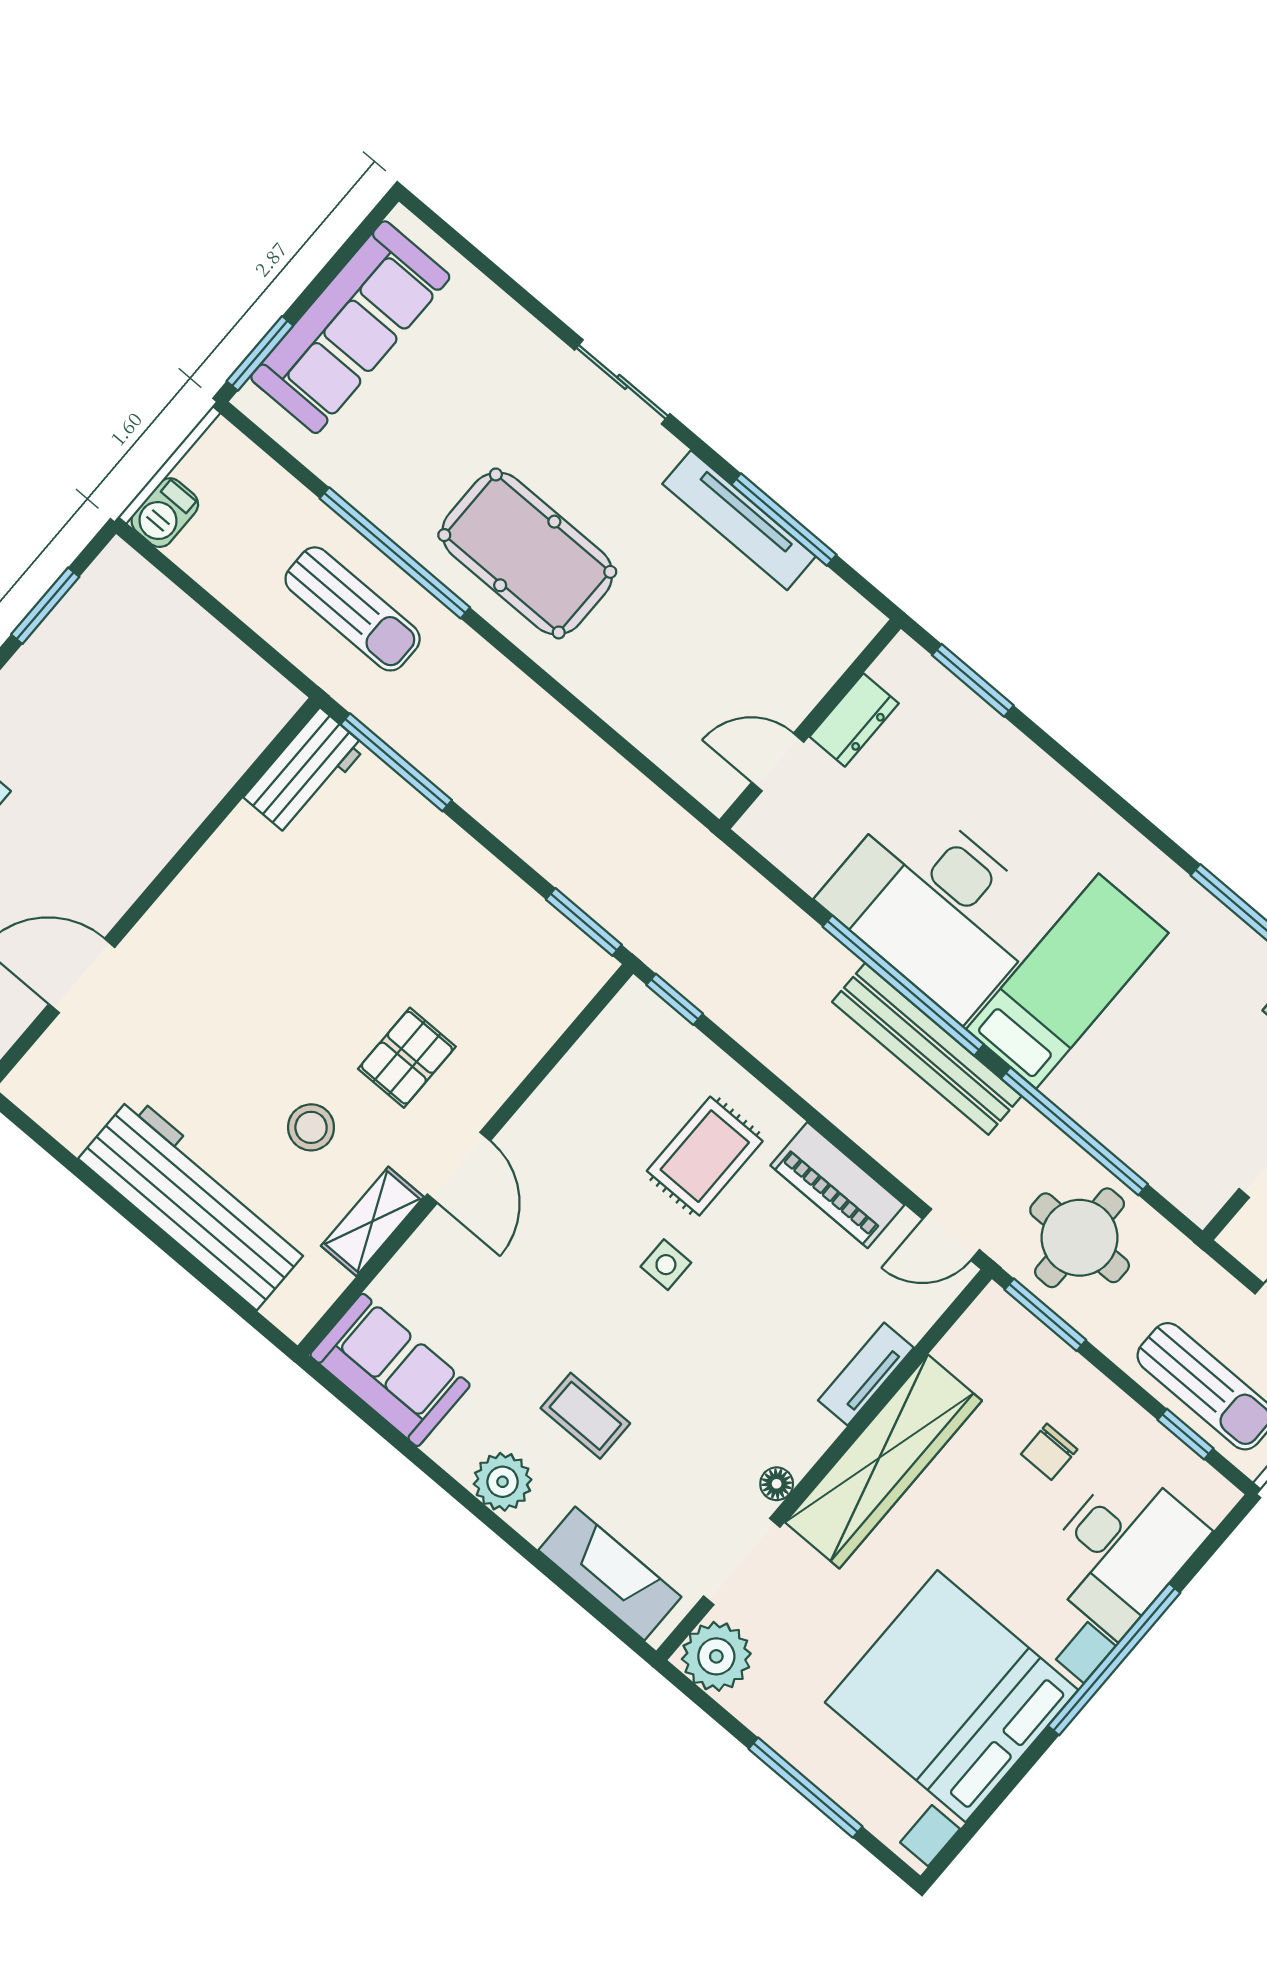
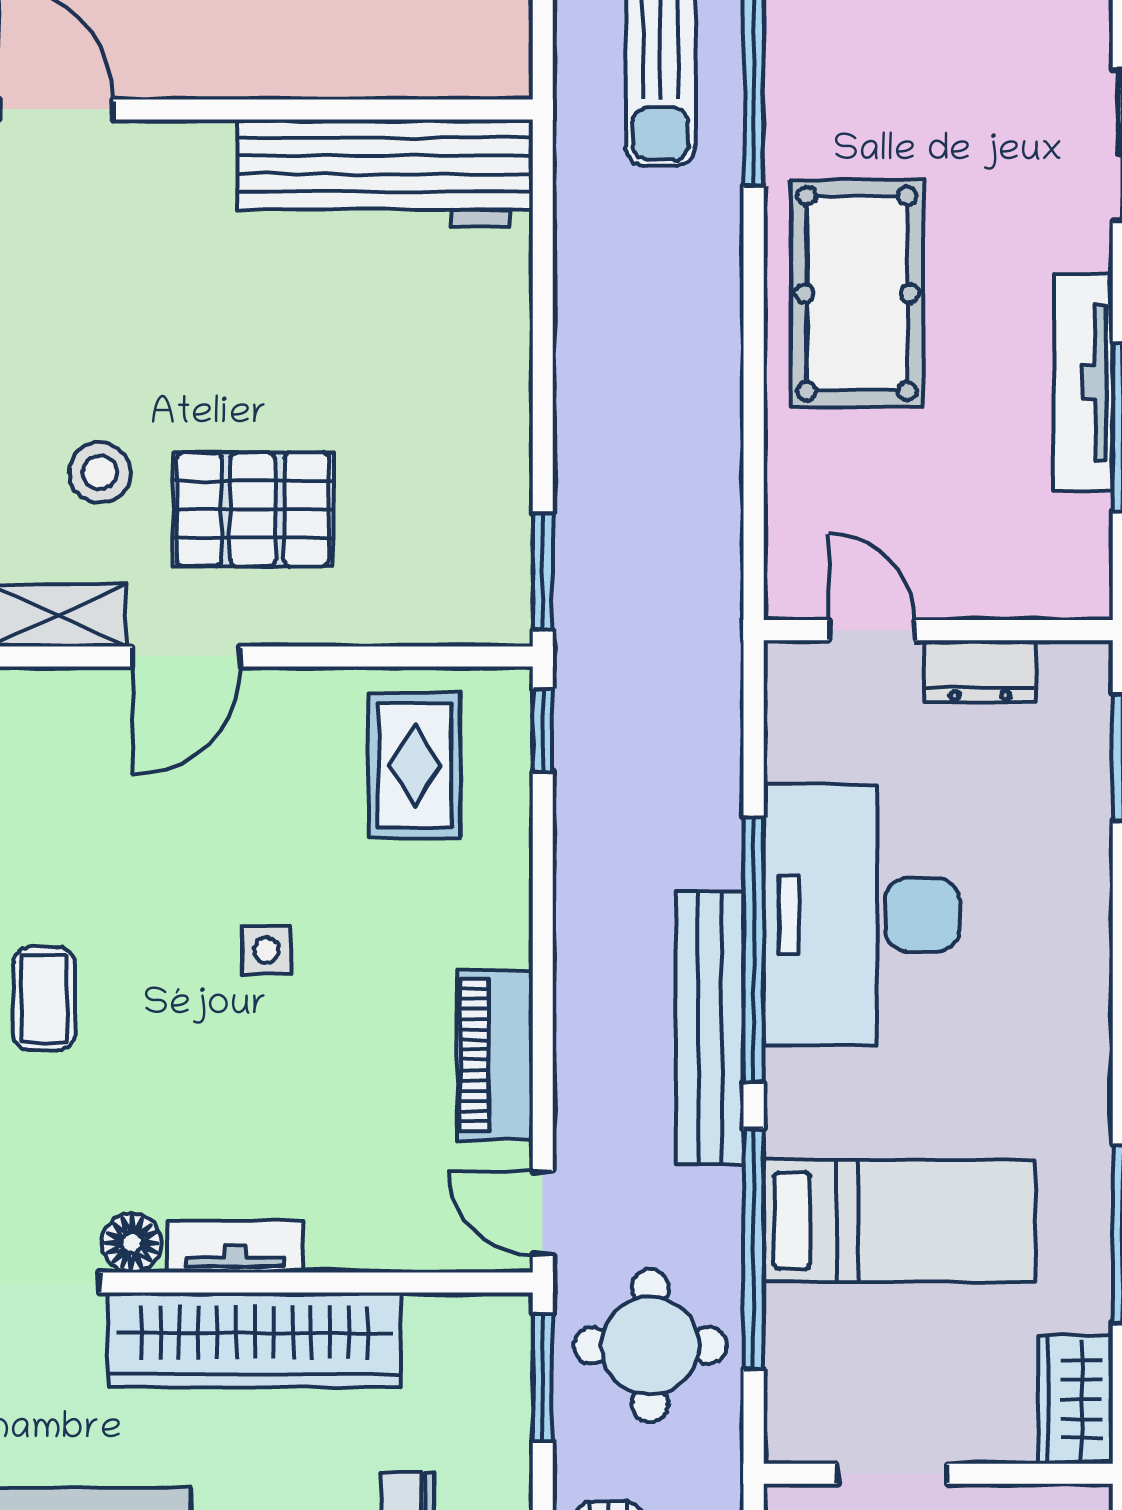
pool table: (527, 553) -> (857, 294), moved
window: (396, 762) -> (543, 244), removed
workbench: (305, 772) -> (385, 173), width x1.88, depth x1.32
bed: (1067, 981) -> (900, 1221), moved
pallet: (407, 1058) -> (253, 509), width x1.50, depth x1.42
rug: (705, 1156) -> (414, 765), moved, turned 90
tv unit: (866, 1374) -> (235, 1247), moved
floor lamp: (777, 1484) -> (132, 1243), width x1.37, depth x1.37

